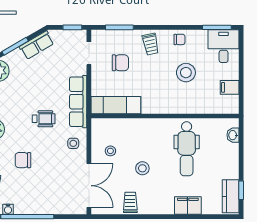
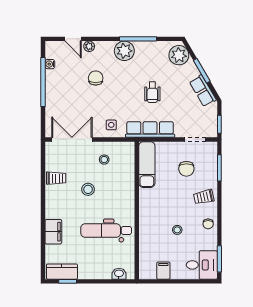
stool: (186, 73) -> (177, 230), width x0.53, depth x0.53
wheelchair: (44, 119) -> (152, 92), moved
double door: (89, 186) -> (72, 139), swing flipped

